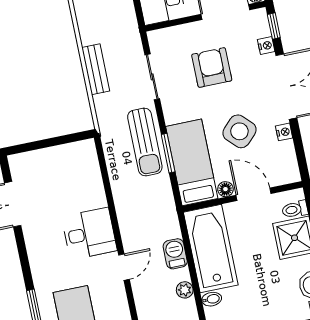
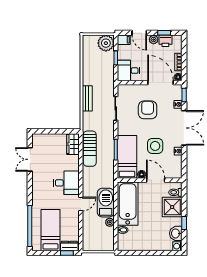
side table: (239, 131) -> (155, 146), turned 45
sun lounger: (145, 142) -> (90, 149), moved
wardrobe: (87, 159) -> (73, 144), added
barbecue: (175, 254) -> (106, 203), width x1.88, depth x1.53

